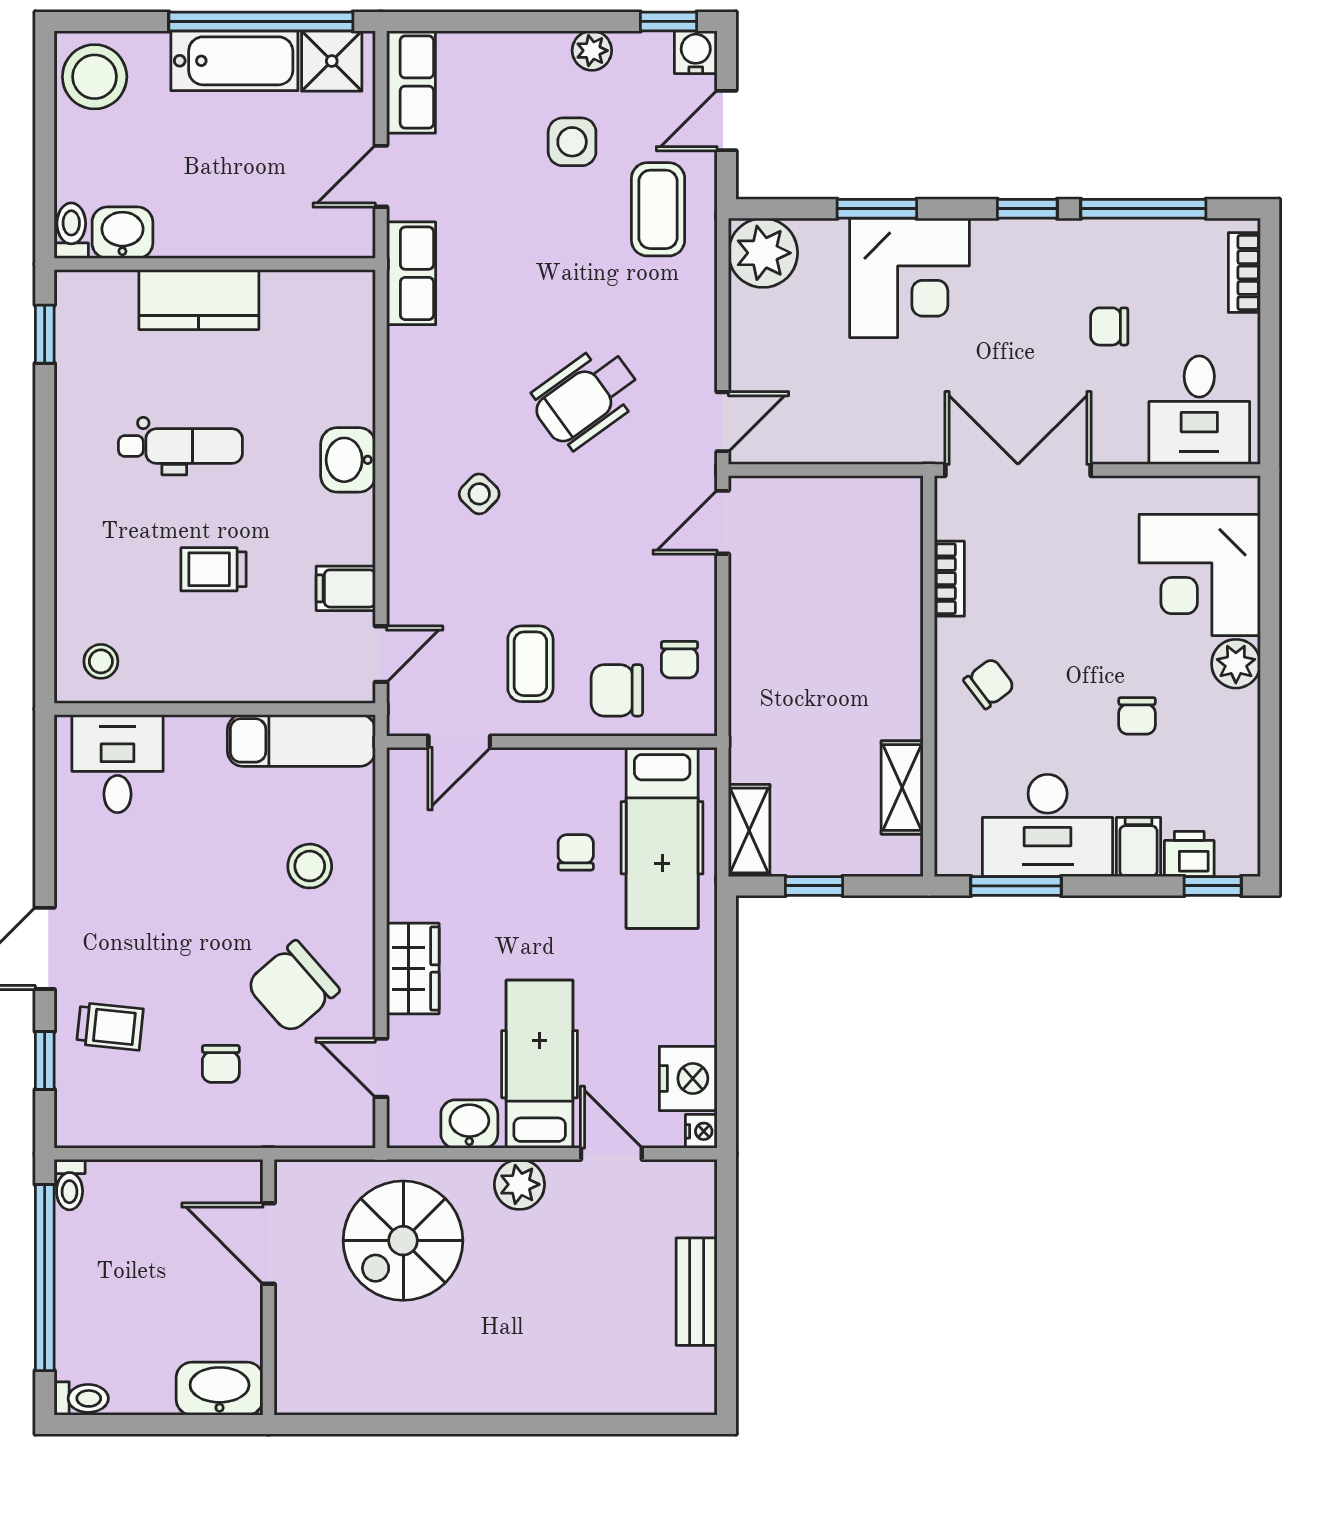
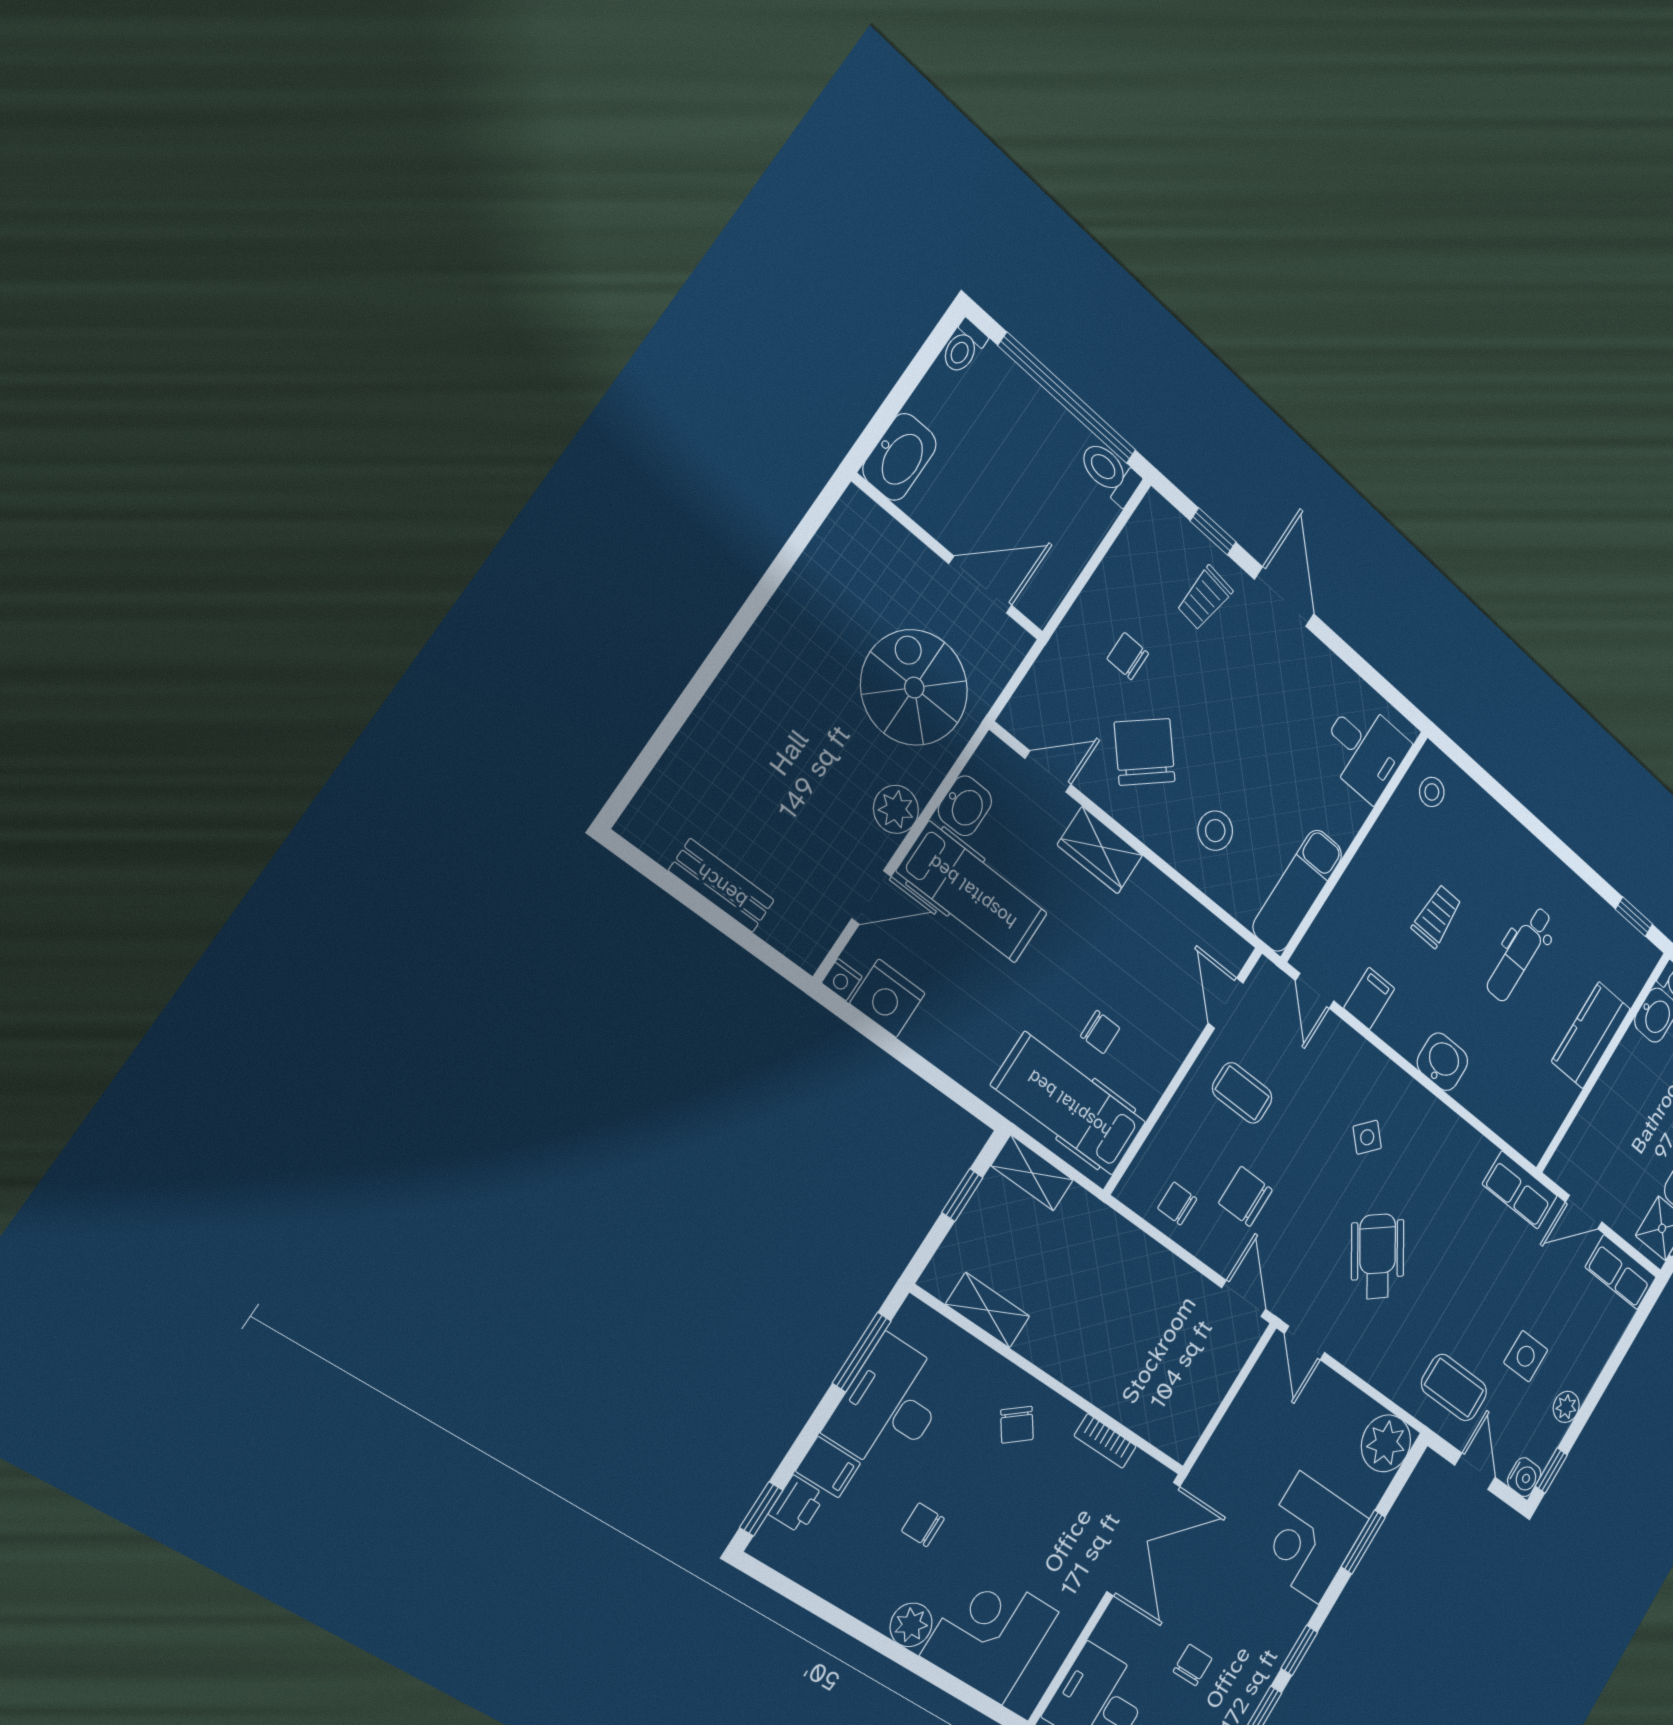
door: (381, 176) -> (1584, 1212), swing flipped
chair: (617, 690) -> (1246, 1196), moved, turned -90
toilet: (70, 1185) -> (1110, 473), width x1.37, depth x1.39

